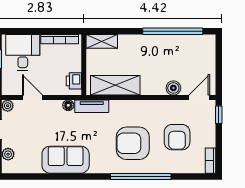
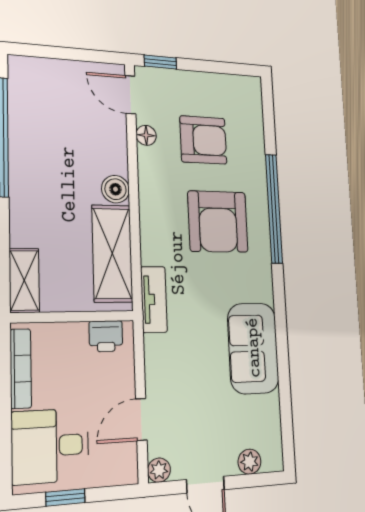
boiler: (173, 88) -> (115, 189), moved
floor lamp: (68, 105) -> (146, 135), moved
bookcase: (211, 161) -> (241, 83), removed

